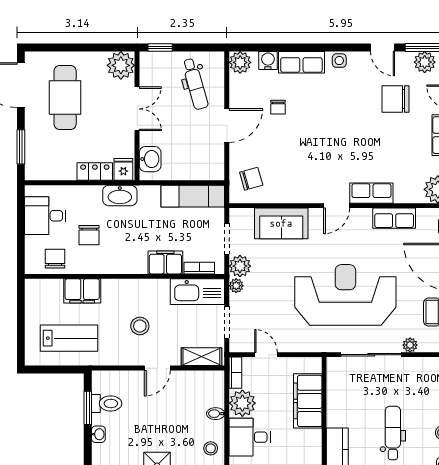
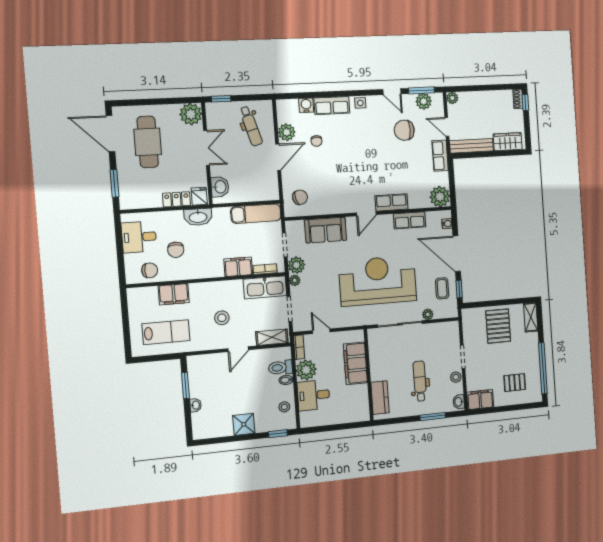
plant: (240, 62) -> (287, 132), moved
chair: (55, 259) -> (150, 270), turned 90
toilet: (107, 403) -> (280, 368), moved, turned 180

